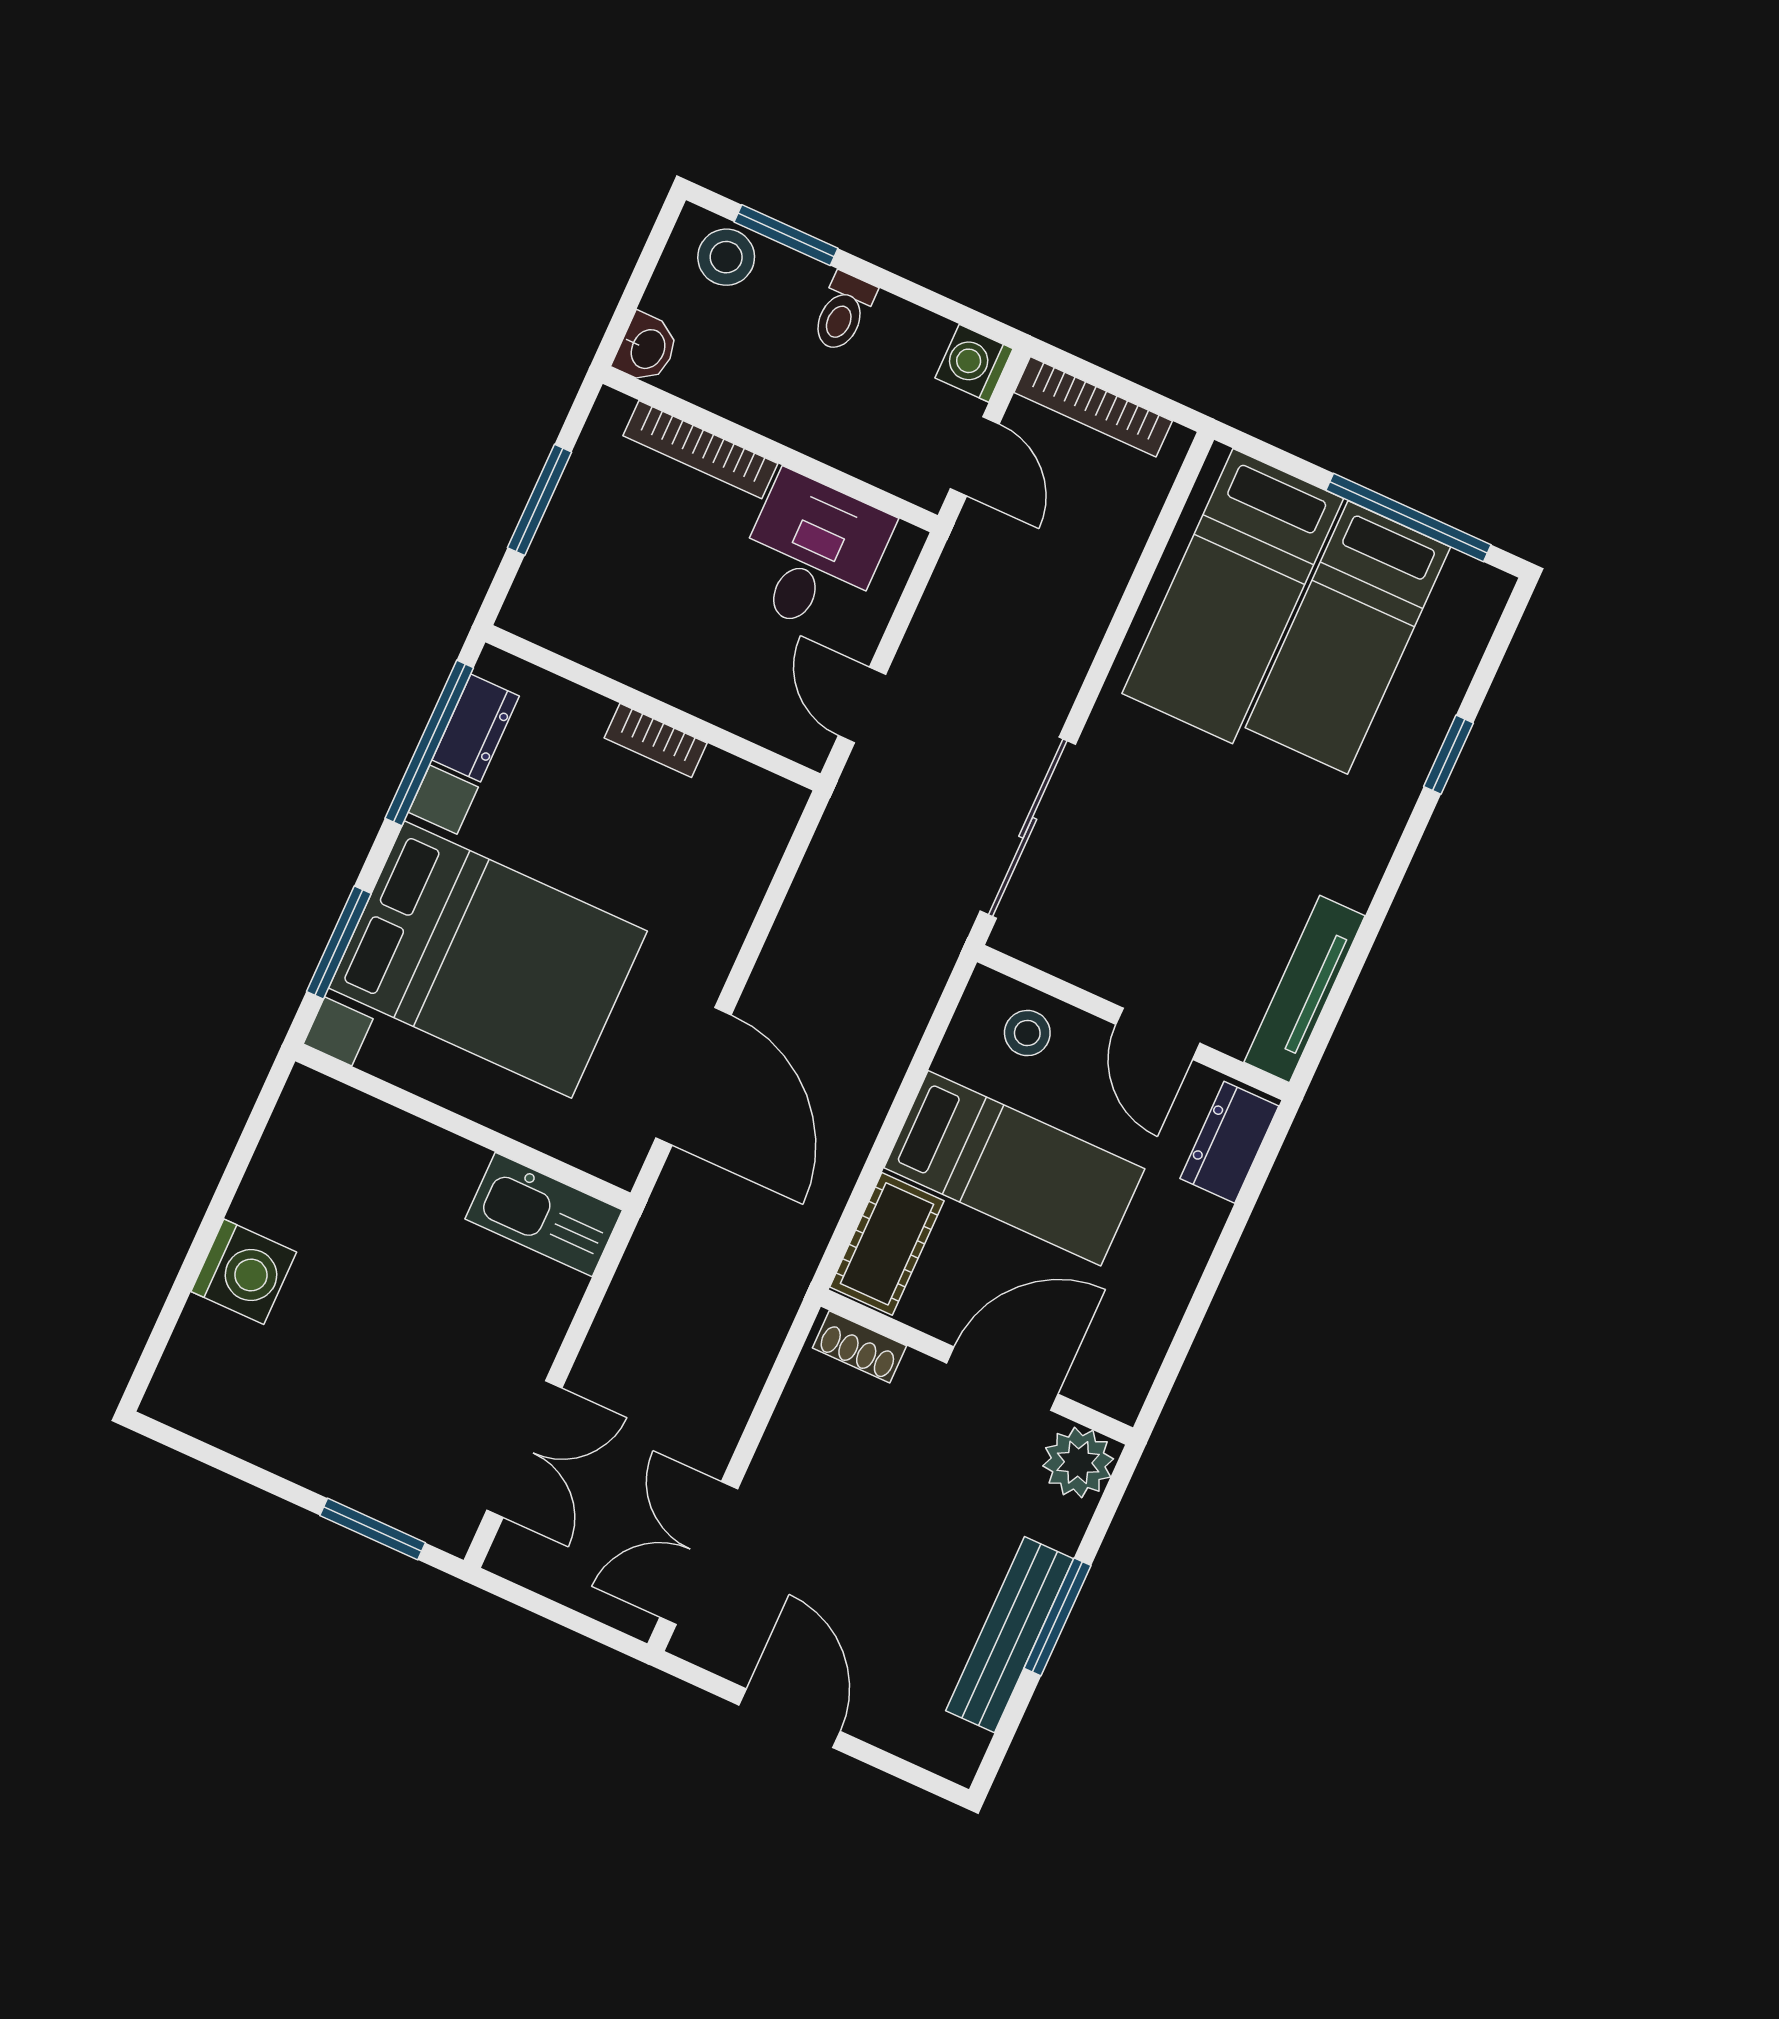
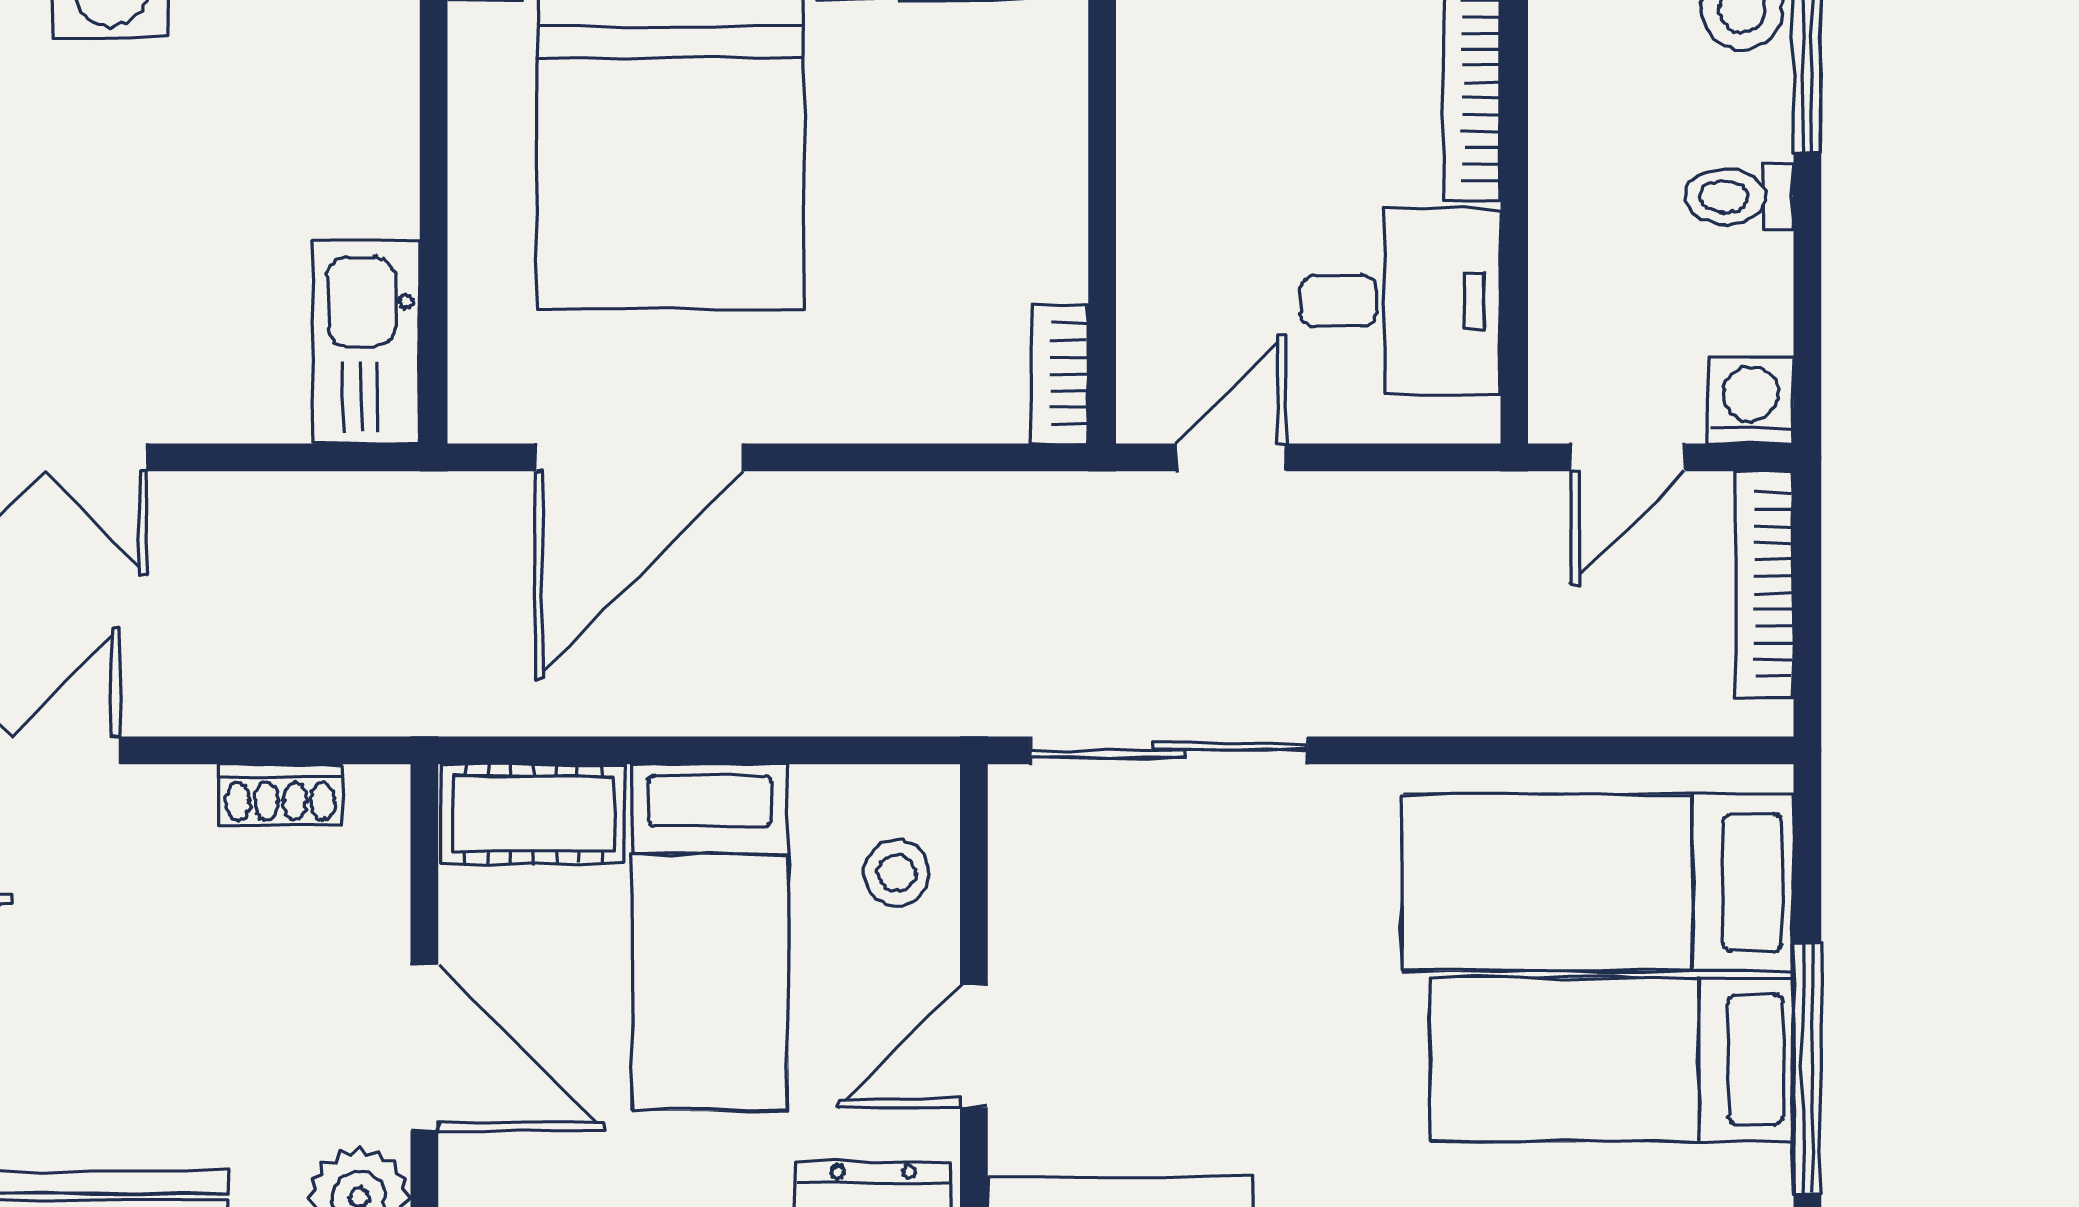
bookcase: (656, 740) -> (1061, 374), moved
shoe rack: (860, 1347) -> (281, 794), moved, turned -90

